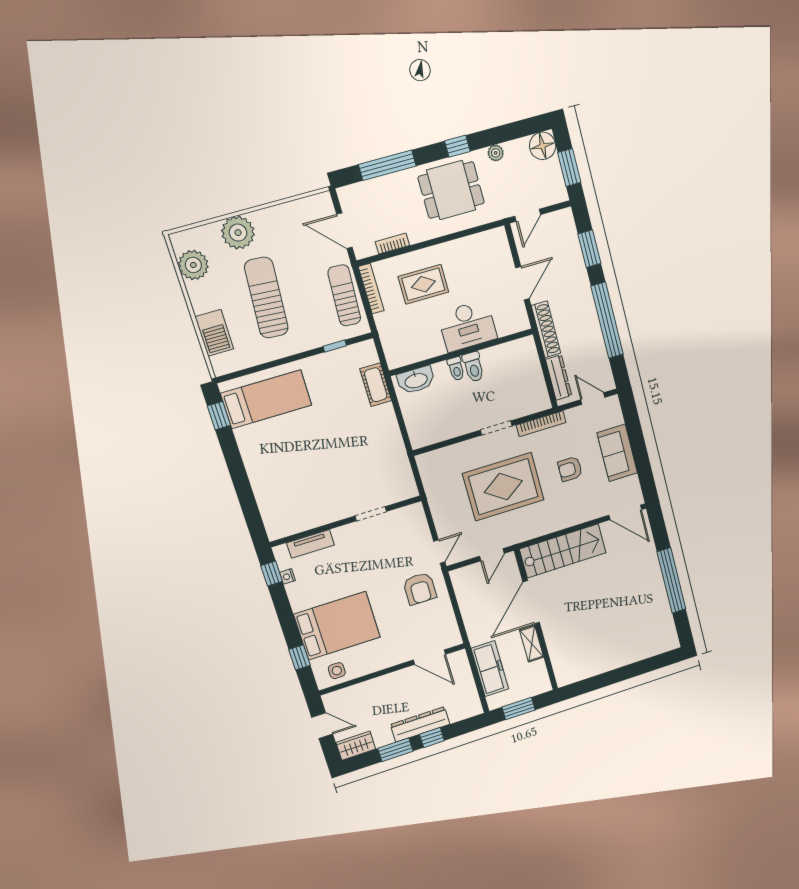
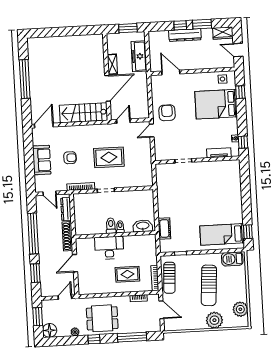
barbecue: (214, 333) -> (232, 259), moved, turned -90
rug: (503, 487) -> (109, 157), width x0.73, depth x0.69
door: (625, 512) -> (44, 125), hinge flipped

